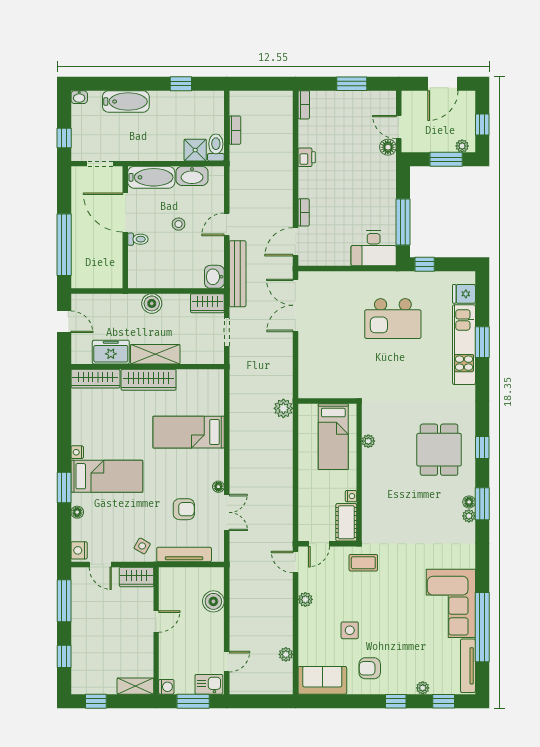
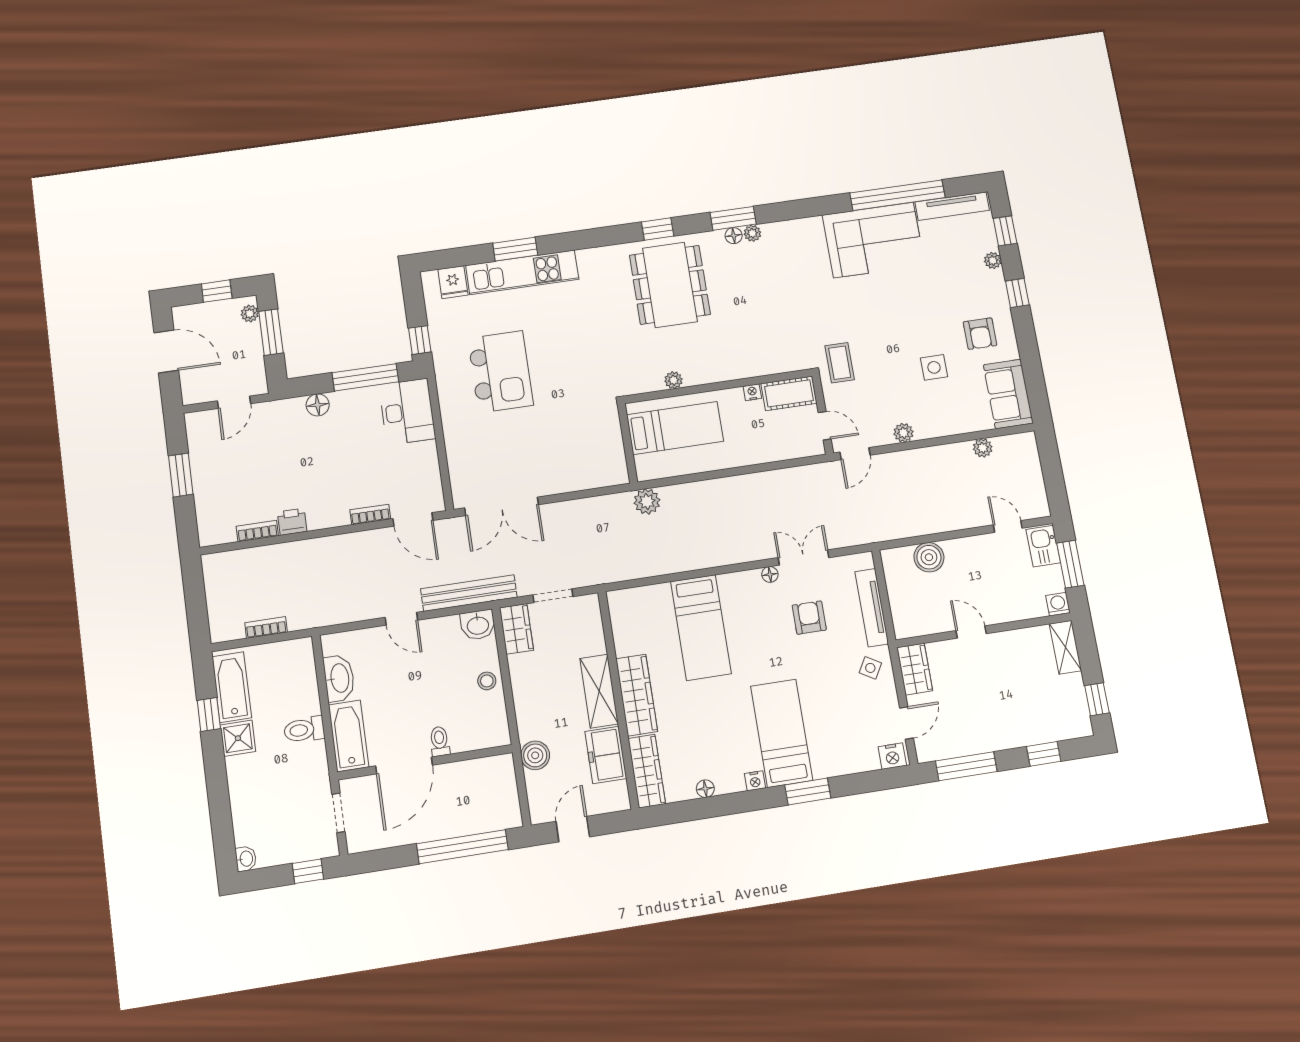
bathtub: (126, 102) -> (232, 687), moved
bookcase: (304, 105) -> (257, 531), moved
toilet: (216, 147) -> (304, 730), moved
floor lamp: (388, 147) -> (318, 405), moved
shower: (195, 150) -> (238, 738), moved
stool: (179, 224) -> (487, 681), moved
boiler: (152, 303) -> (535, 755), moved
dining table: (439, 450) -> (670, 285), width x1.37
floor lamp: (77, 512) -> (705, 789), moved

